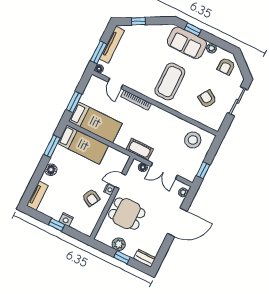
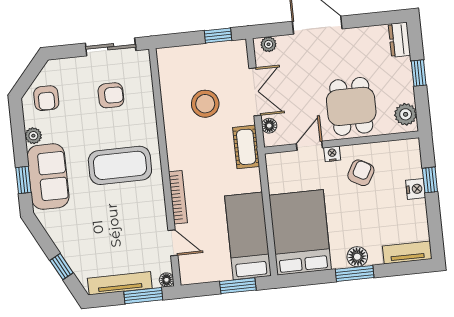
armchair: (226, 66) -> (46, 98), turned 90
door: (115, 83) -> (173, 243), hinge flipped
armchair: (207, 99) -> (111, 95), turned -122
sliding door: (237, 101) -> (111, 47), moved
stool: (193, 140) -> (205, 104), moved
bed: (83, 145) -> (300, 232), width x1.50
window: (52, 146) -> (355, 273), moved
door: (120, 181) -> (309, 146), swing flipped
window: (57, 225) -> (430, 180), moved
plant: (119, 244) -> (406, 114), moved

